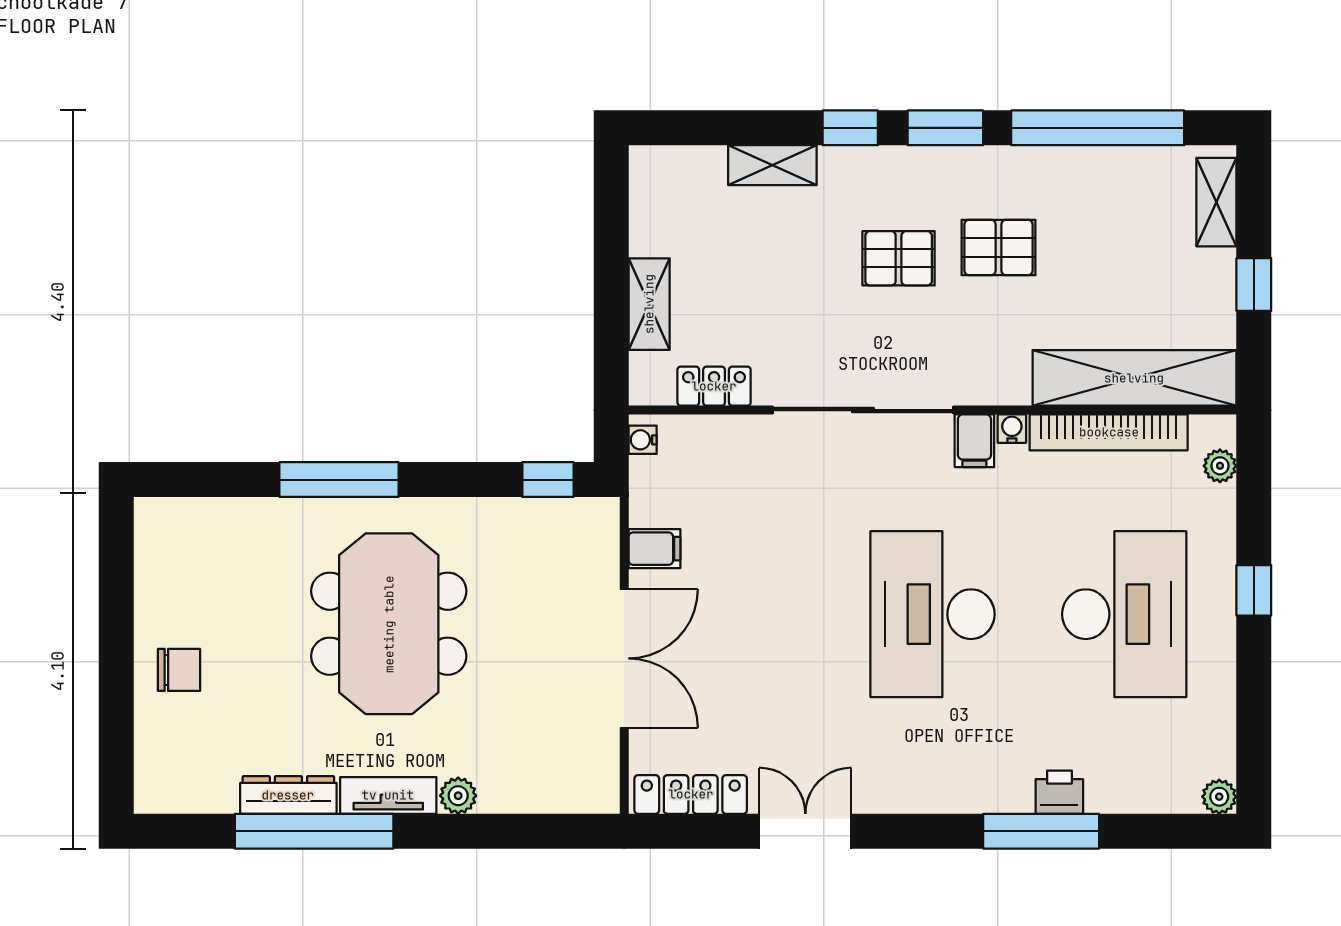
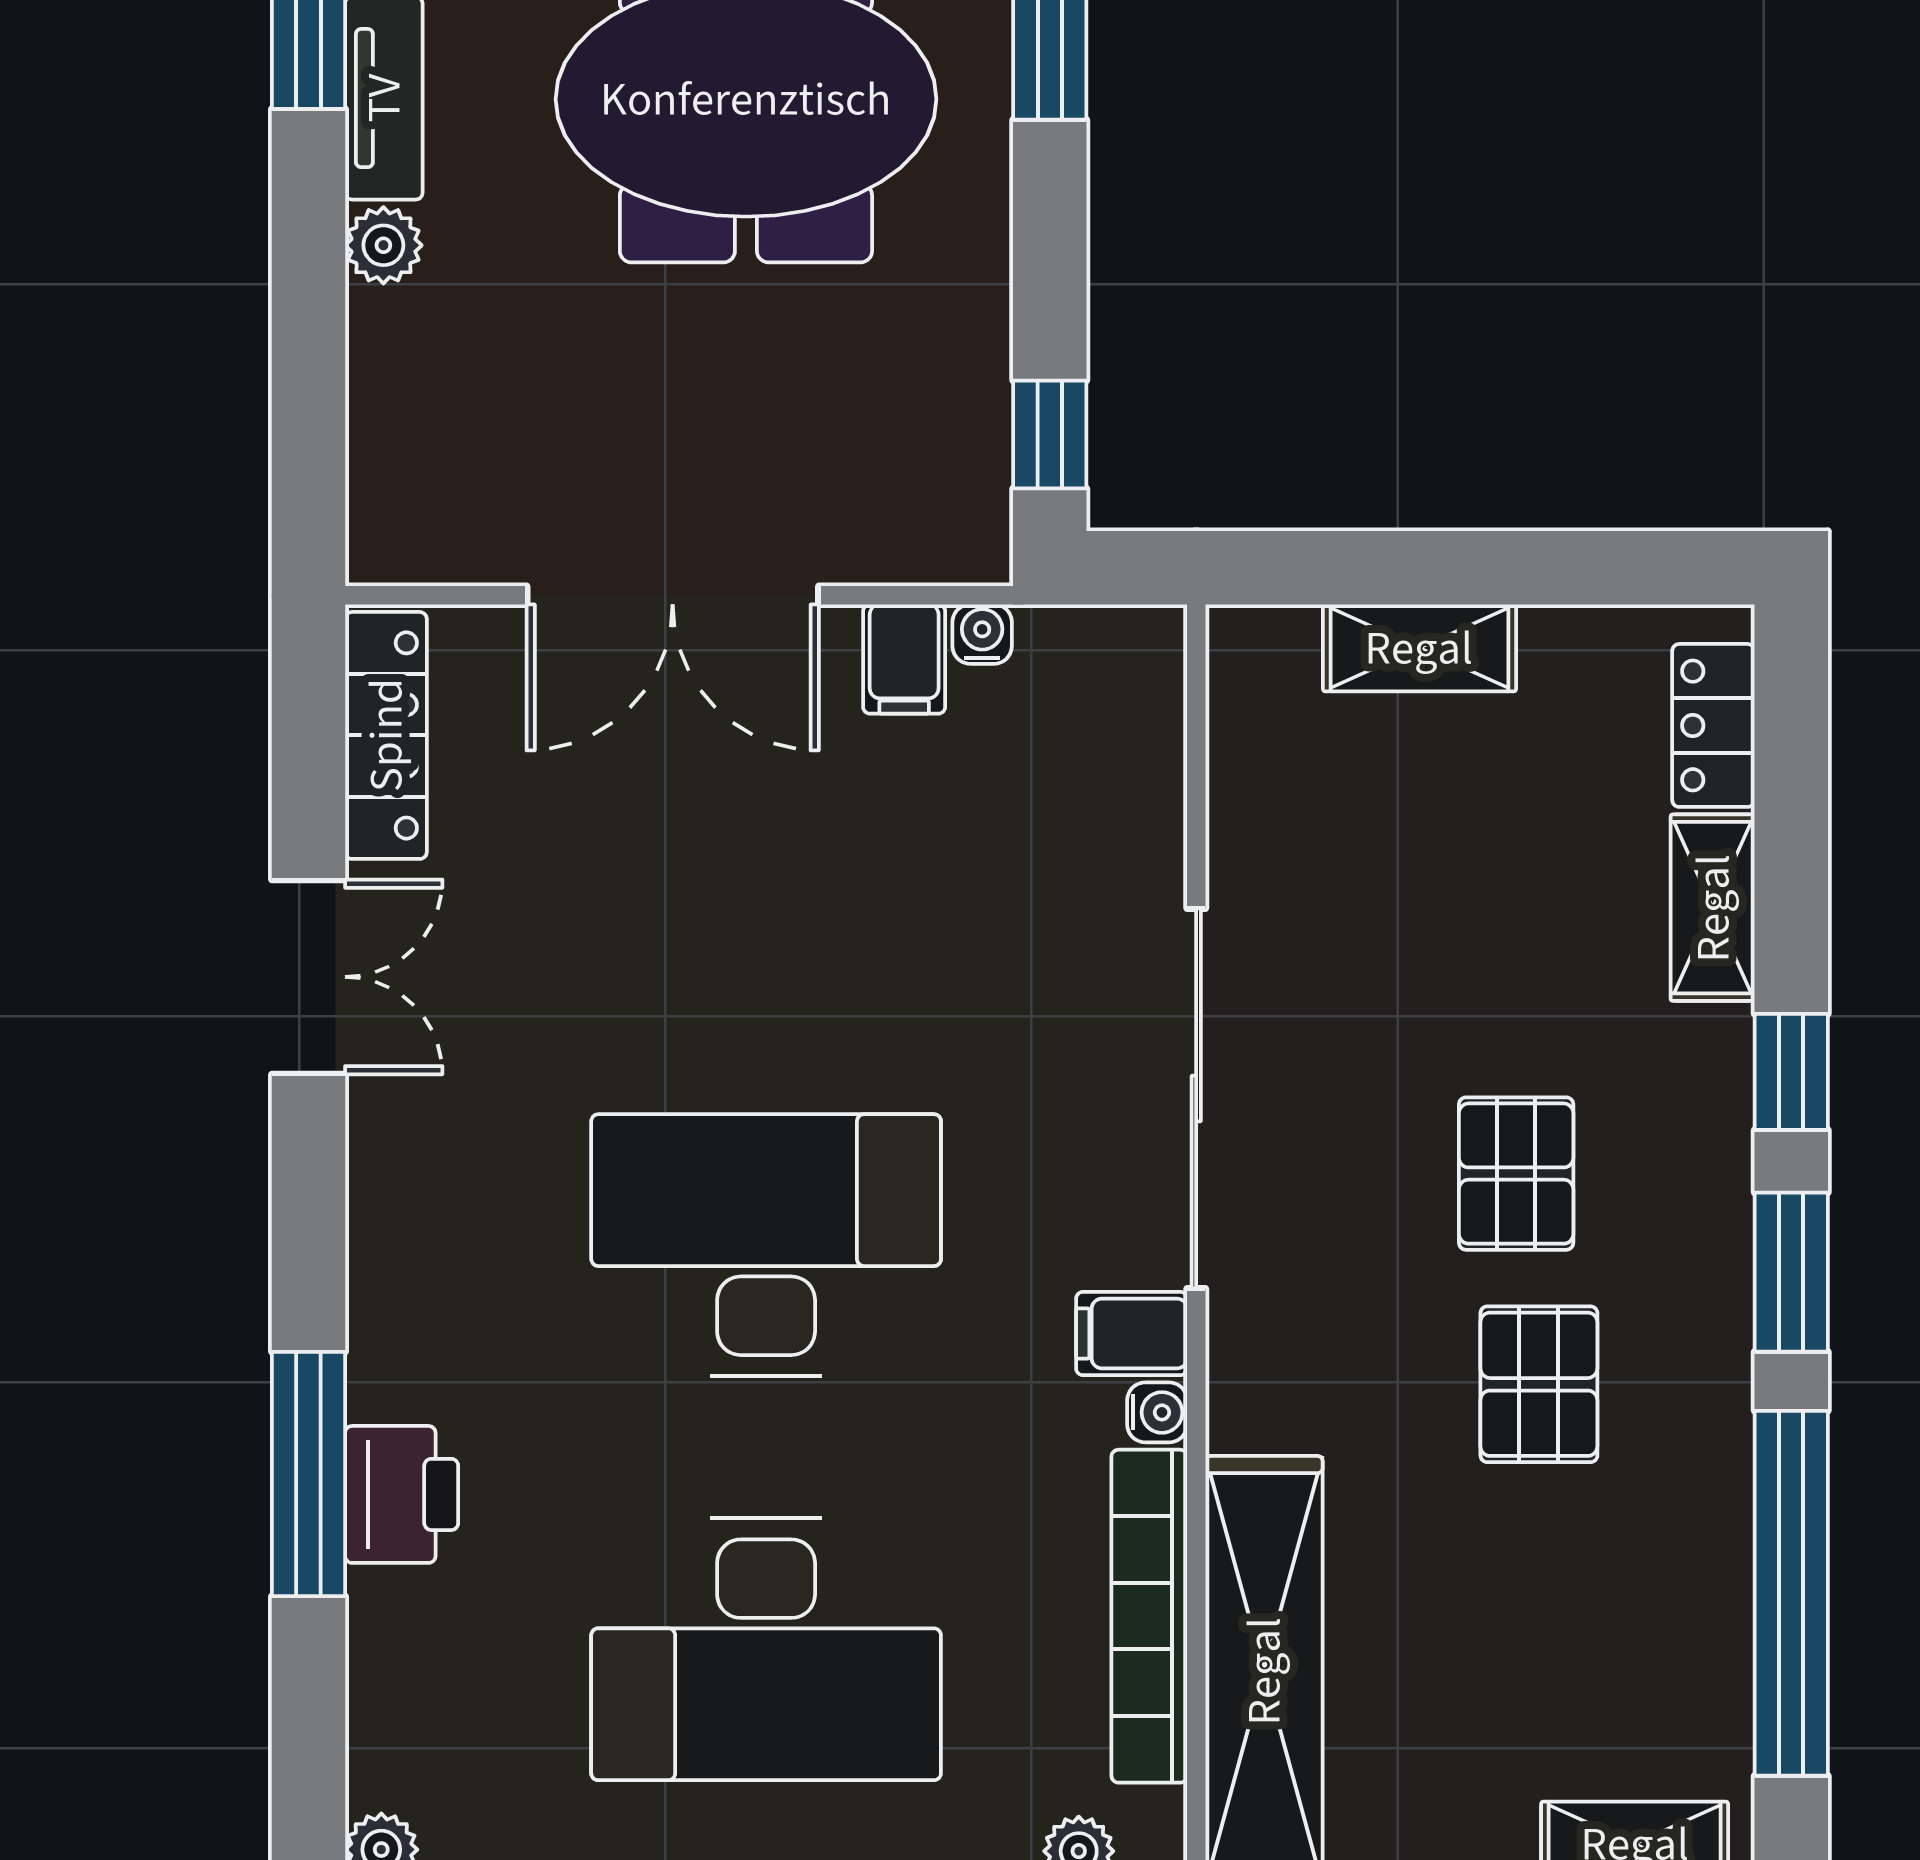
locker: (714, 386) -> (1713, 725), moved, turned 180
water cooler: (643, 440) -> (982, 634), moved
printer: (1059, 792) -> (402, 1494), width x1.36, depth x1.24

